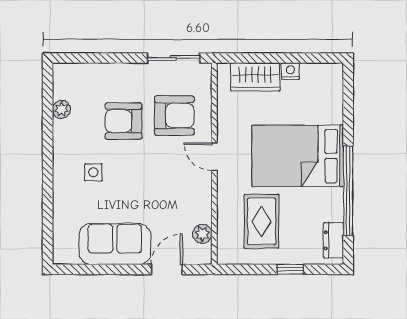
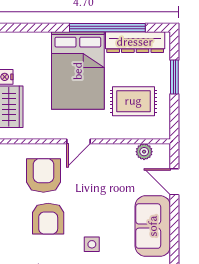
dresser: (334, 240) -> (135, 42), width x1.96, depth x1.24
window: (290, 269) -> (174, 77), width x1.50

